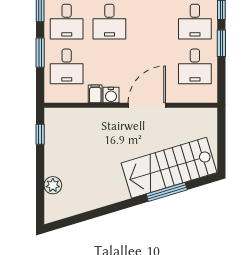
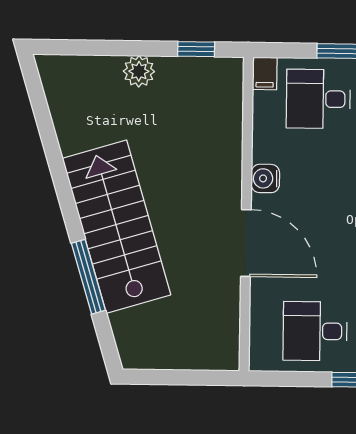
filing cabinet: (95, 94) -> (265, 73), moved, turned 90
stairs: (169, 168) -> (116, 227), moved
plant: (53, 185) -> (139, 71), moved

